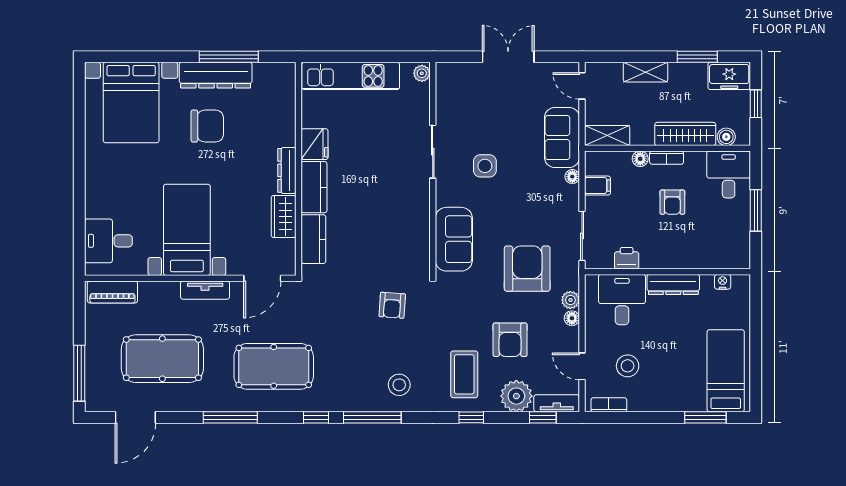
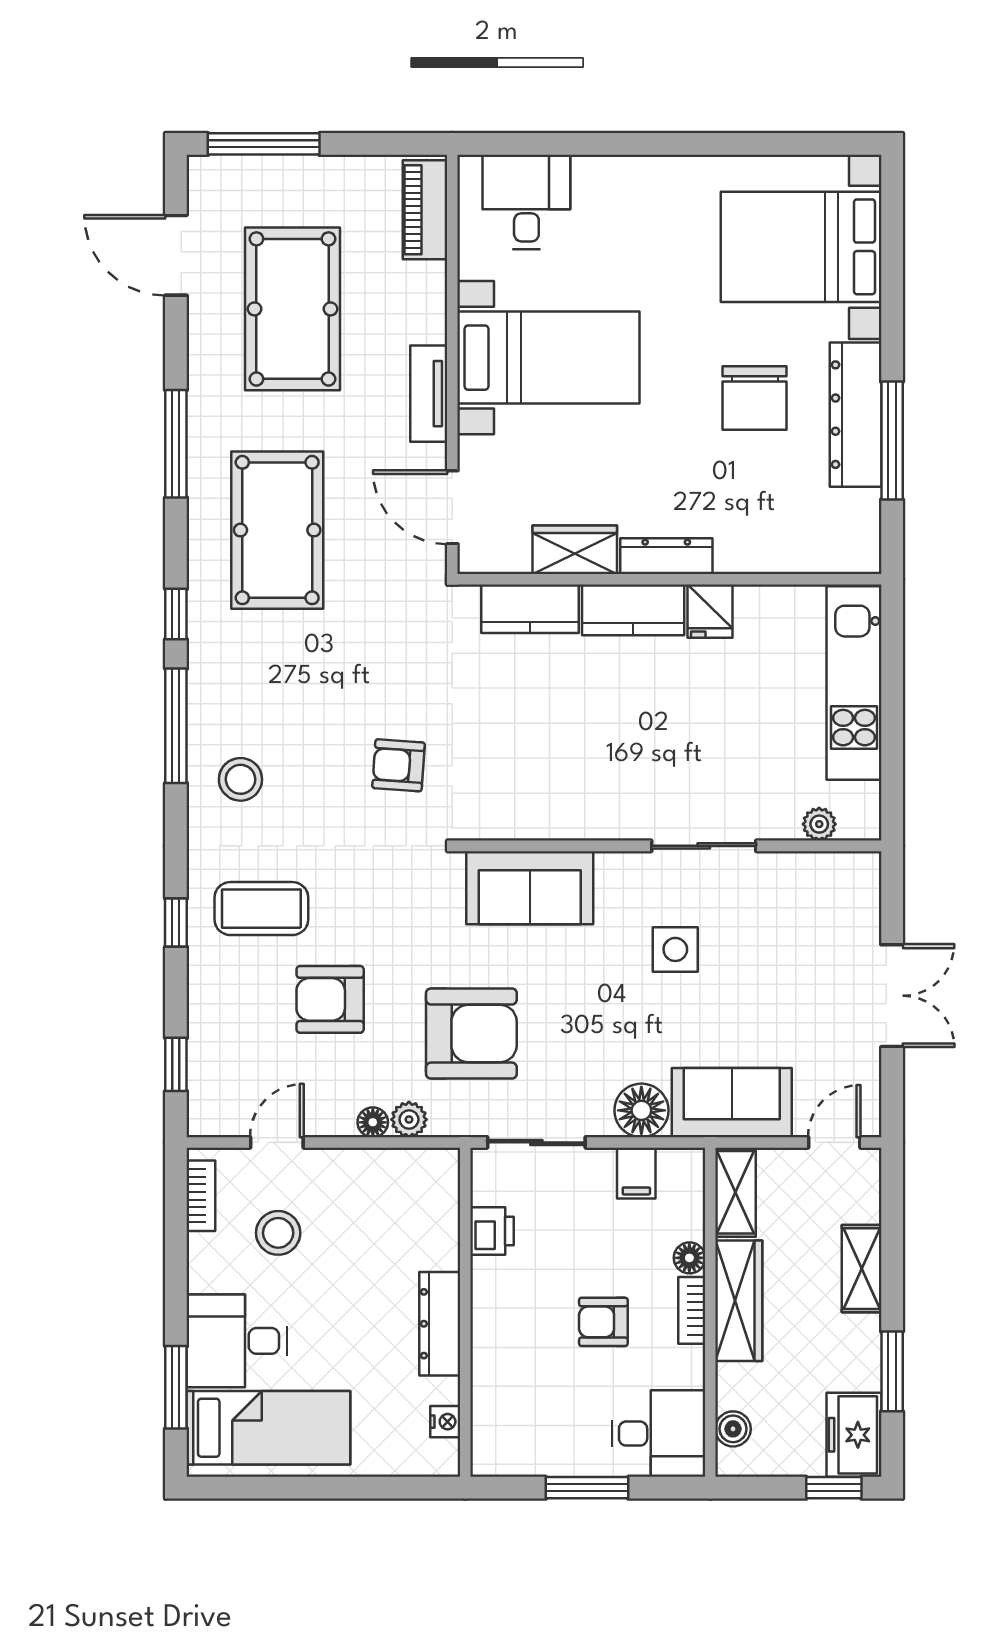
plant: (422, 73) -> (819, 824), moved
window: (756, 104) -> (834, 1488), moved
wardrobe: (685, 134) -> (739, 1301), moved
fridge: (315, 144) -> (710, 611), width x0.72
floor lamp: (572, 177) -> (641, 1110), width x1.89, depth x1.89
desk: (622, 300) -> (237, 1341), moved, turned 180
plant: (516, 396) -> (218, 1012), removed
tv unit: (557, 403) -> (204, 1092), removed

